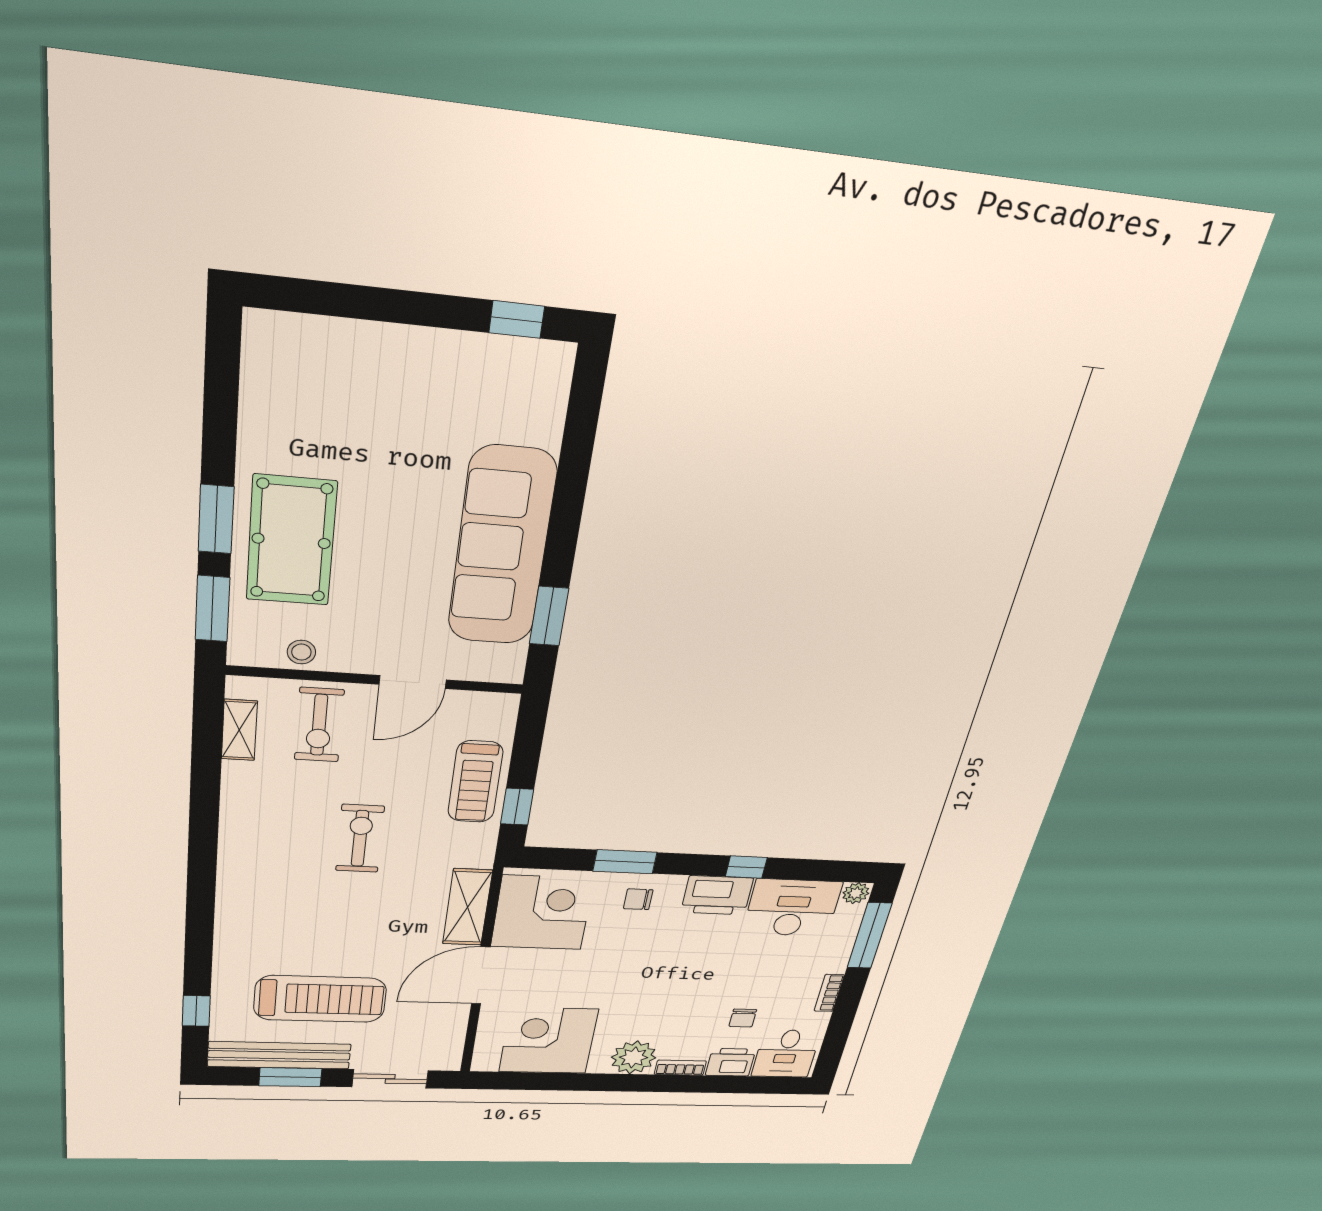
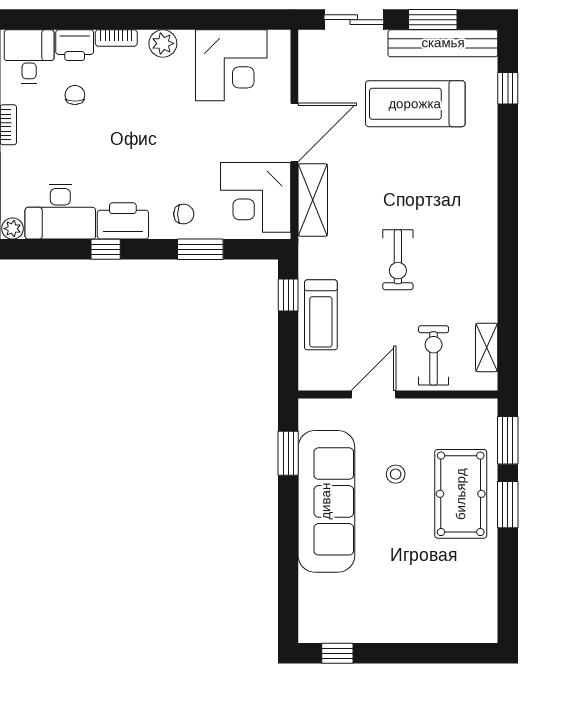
stool: (301, 652) -> (396, 474), moved
treadmill: (475, 782) -> (321, 315), turned 180
plant: (634, 1057) -> (163, 43), width x0.73, depth x0.73

